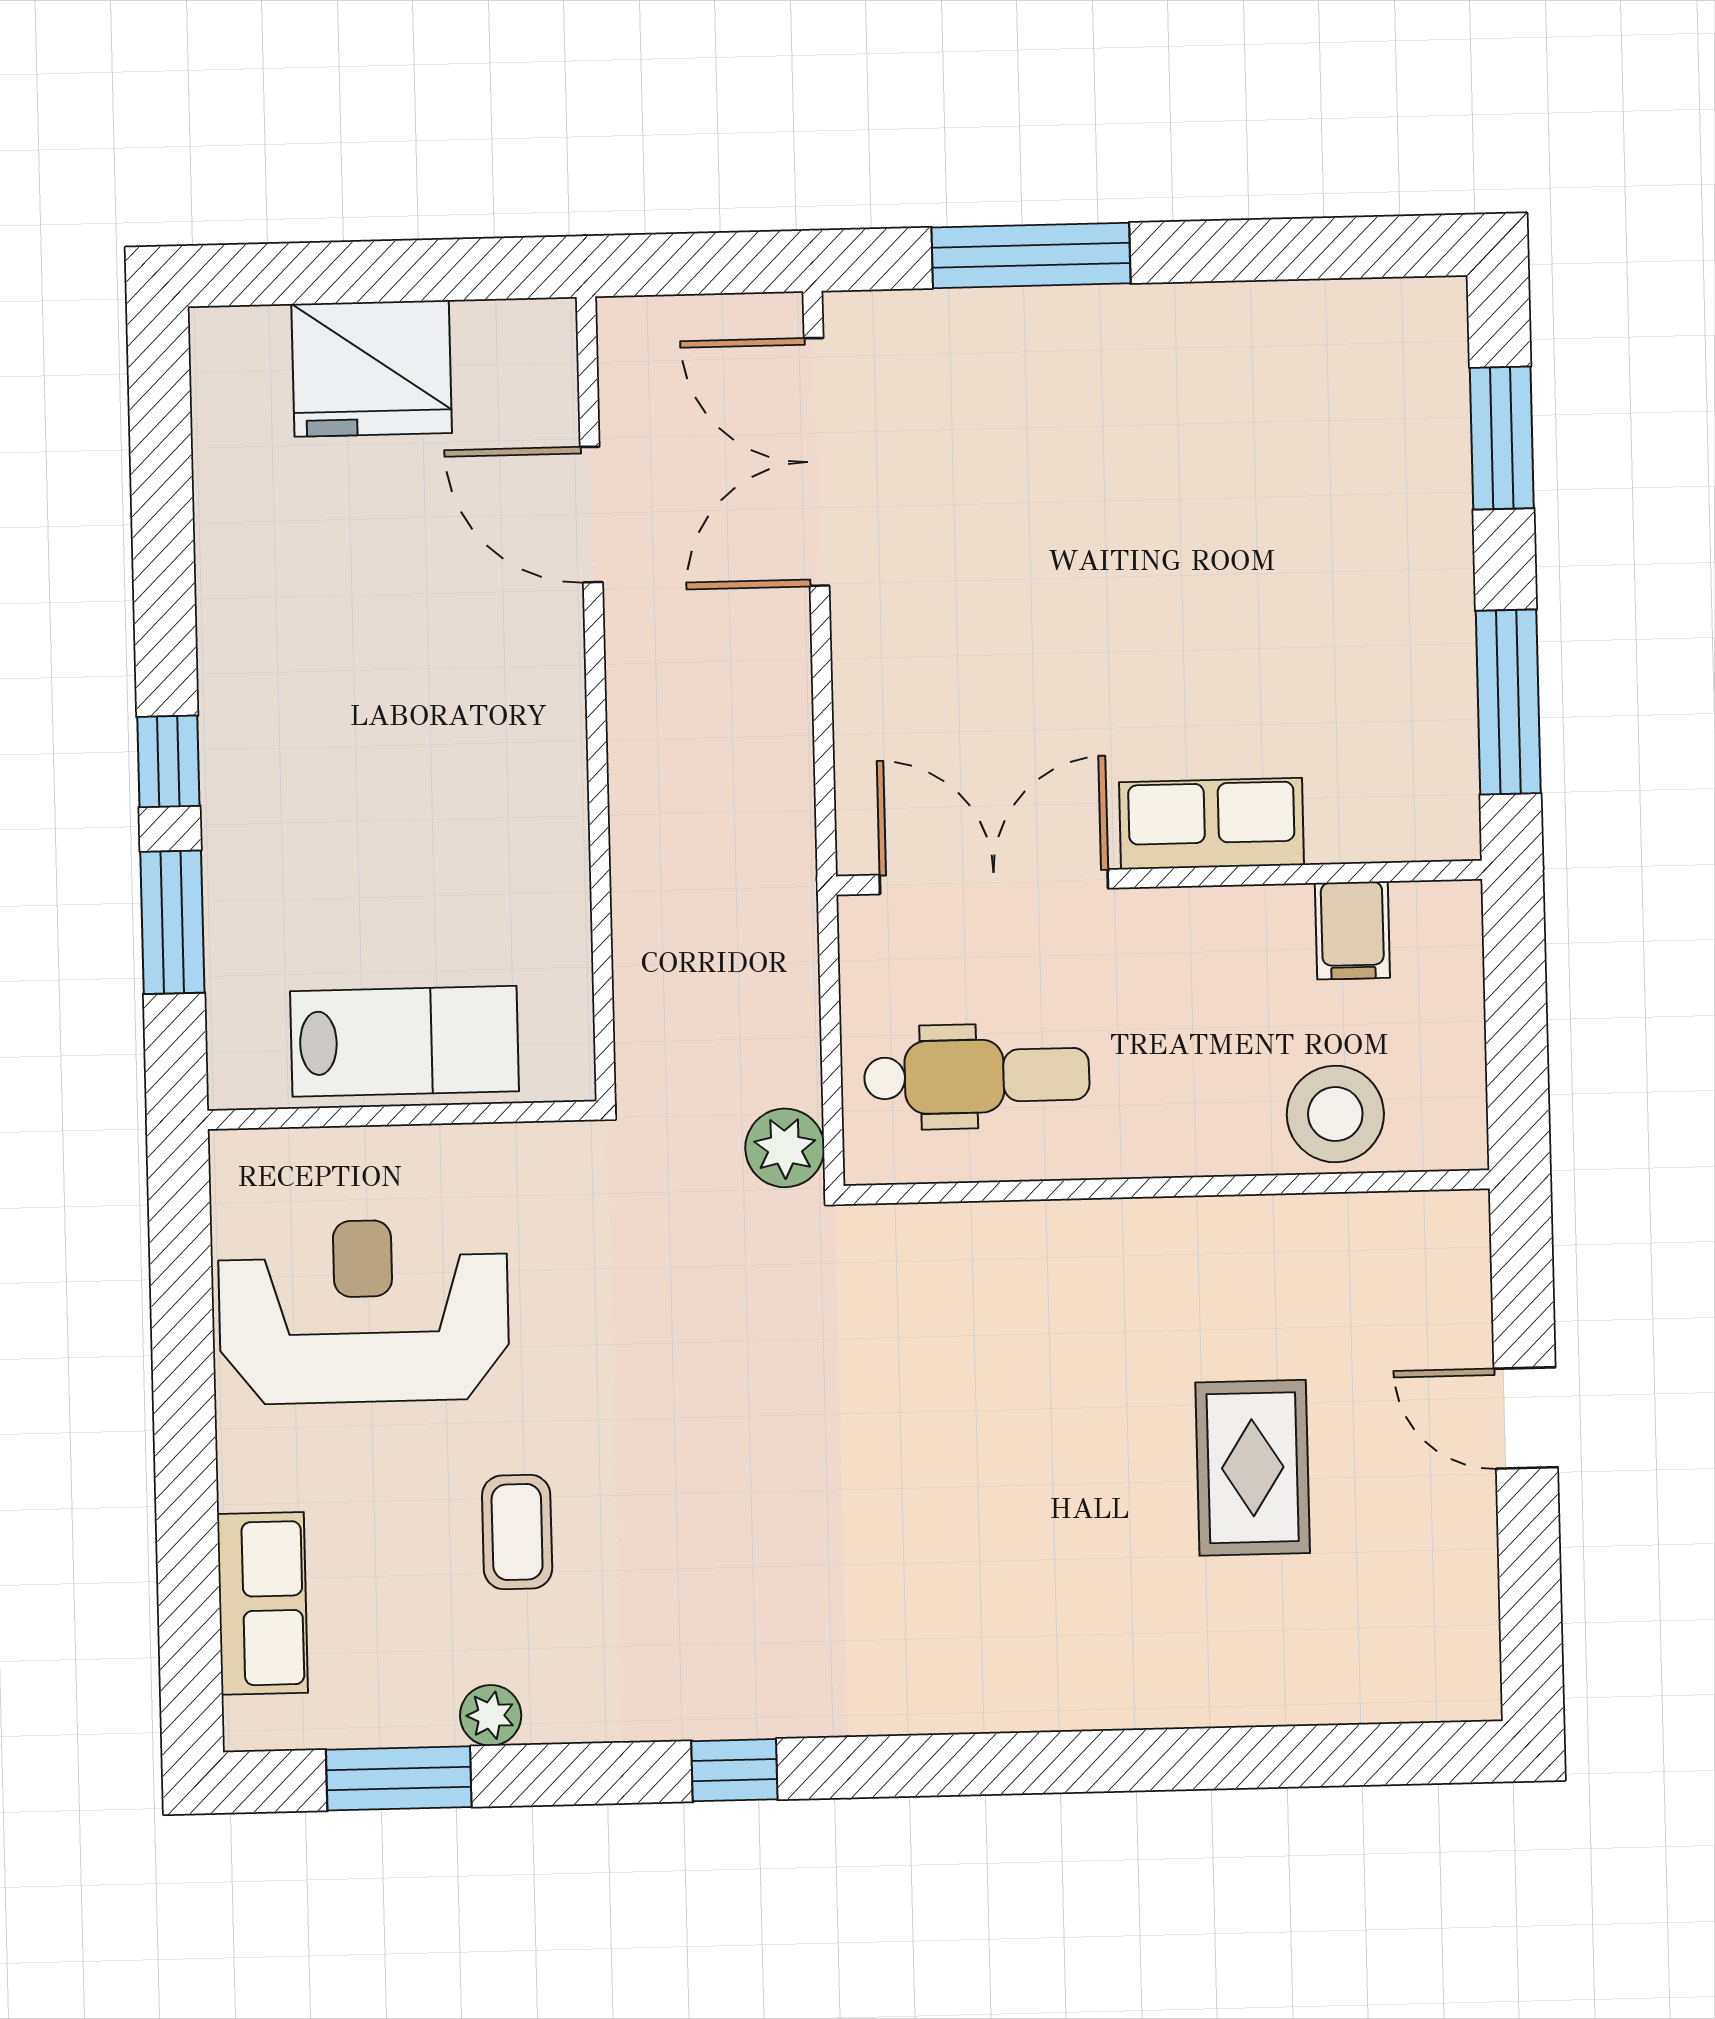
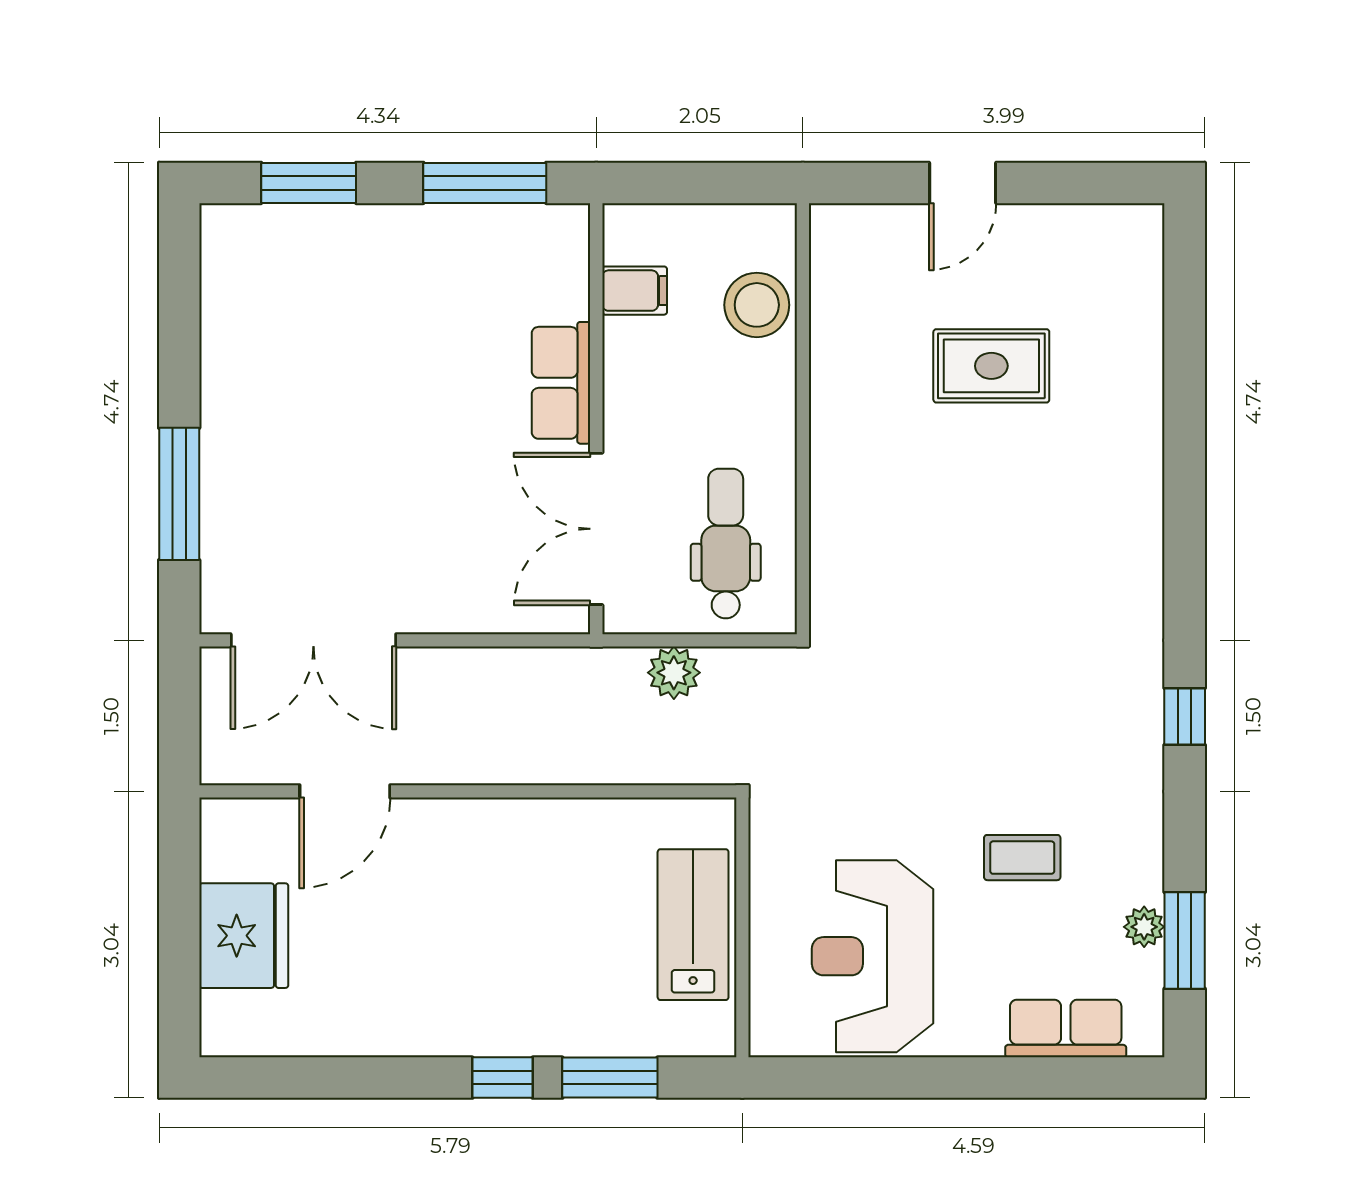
plant: (785, 1148) -> (674, 673), moved
plant: (491, 1715) -> (1144, 927), moved

